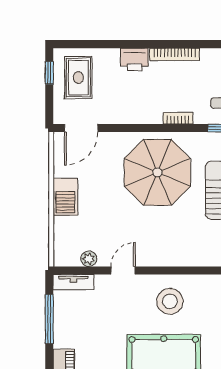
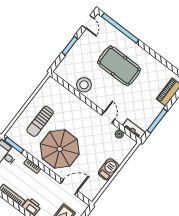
door: (81, 128) -> (69, 187), moved
door: (123, 270) -> (108, 117), swing flipped
stool: (170, 301) -> (84, 85), moved

